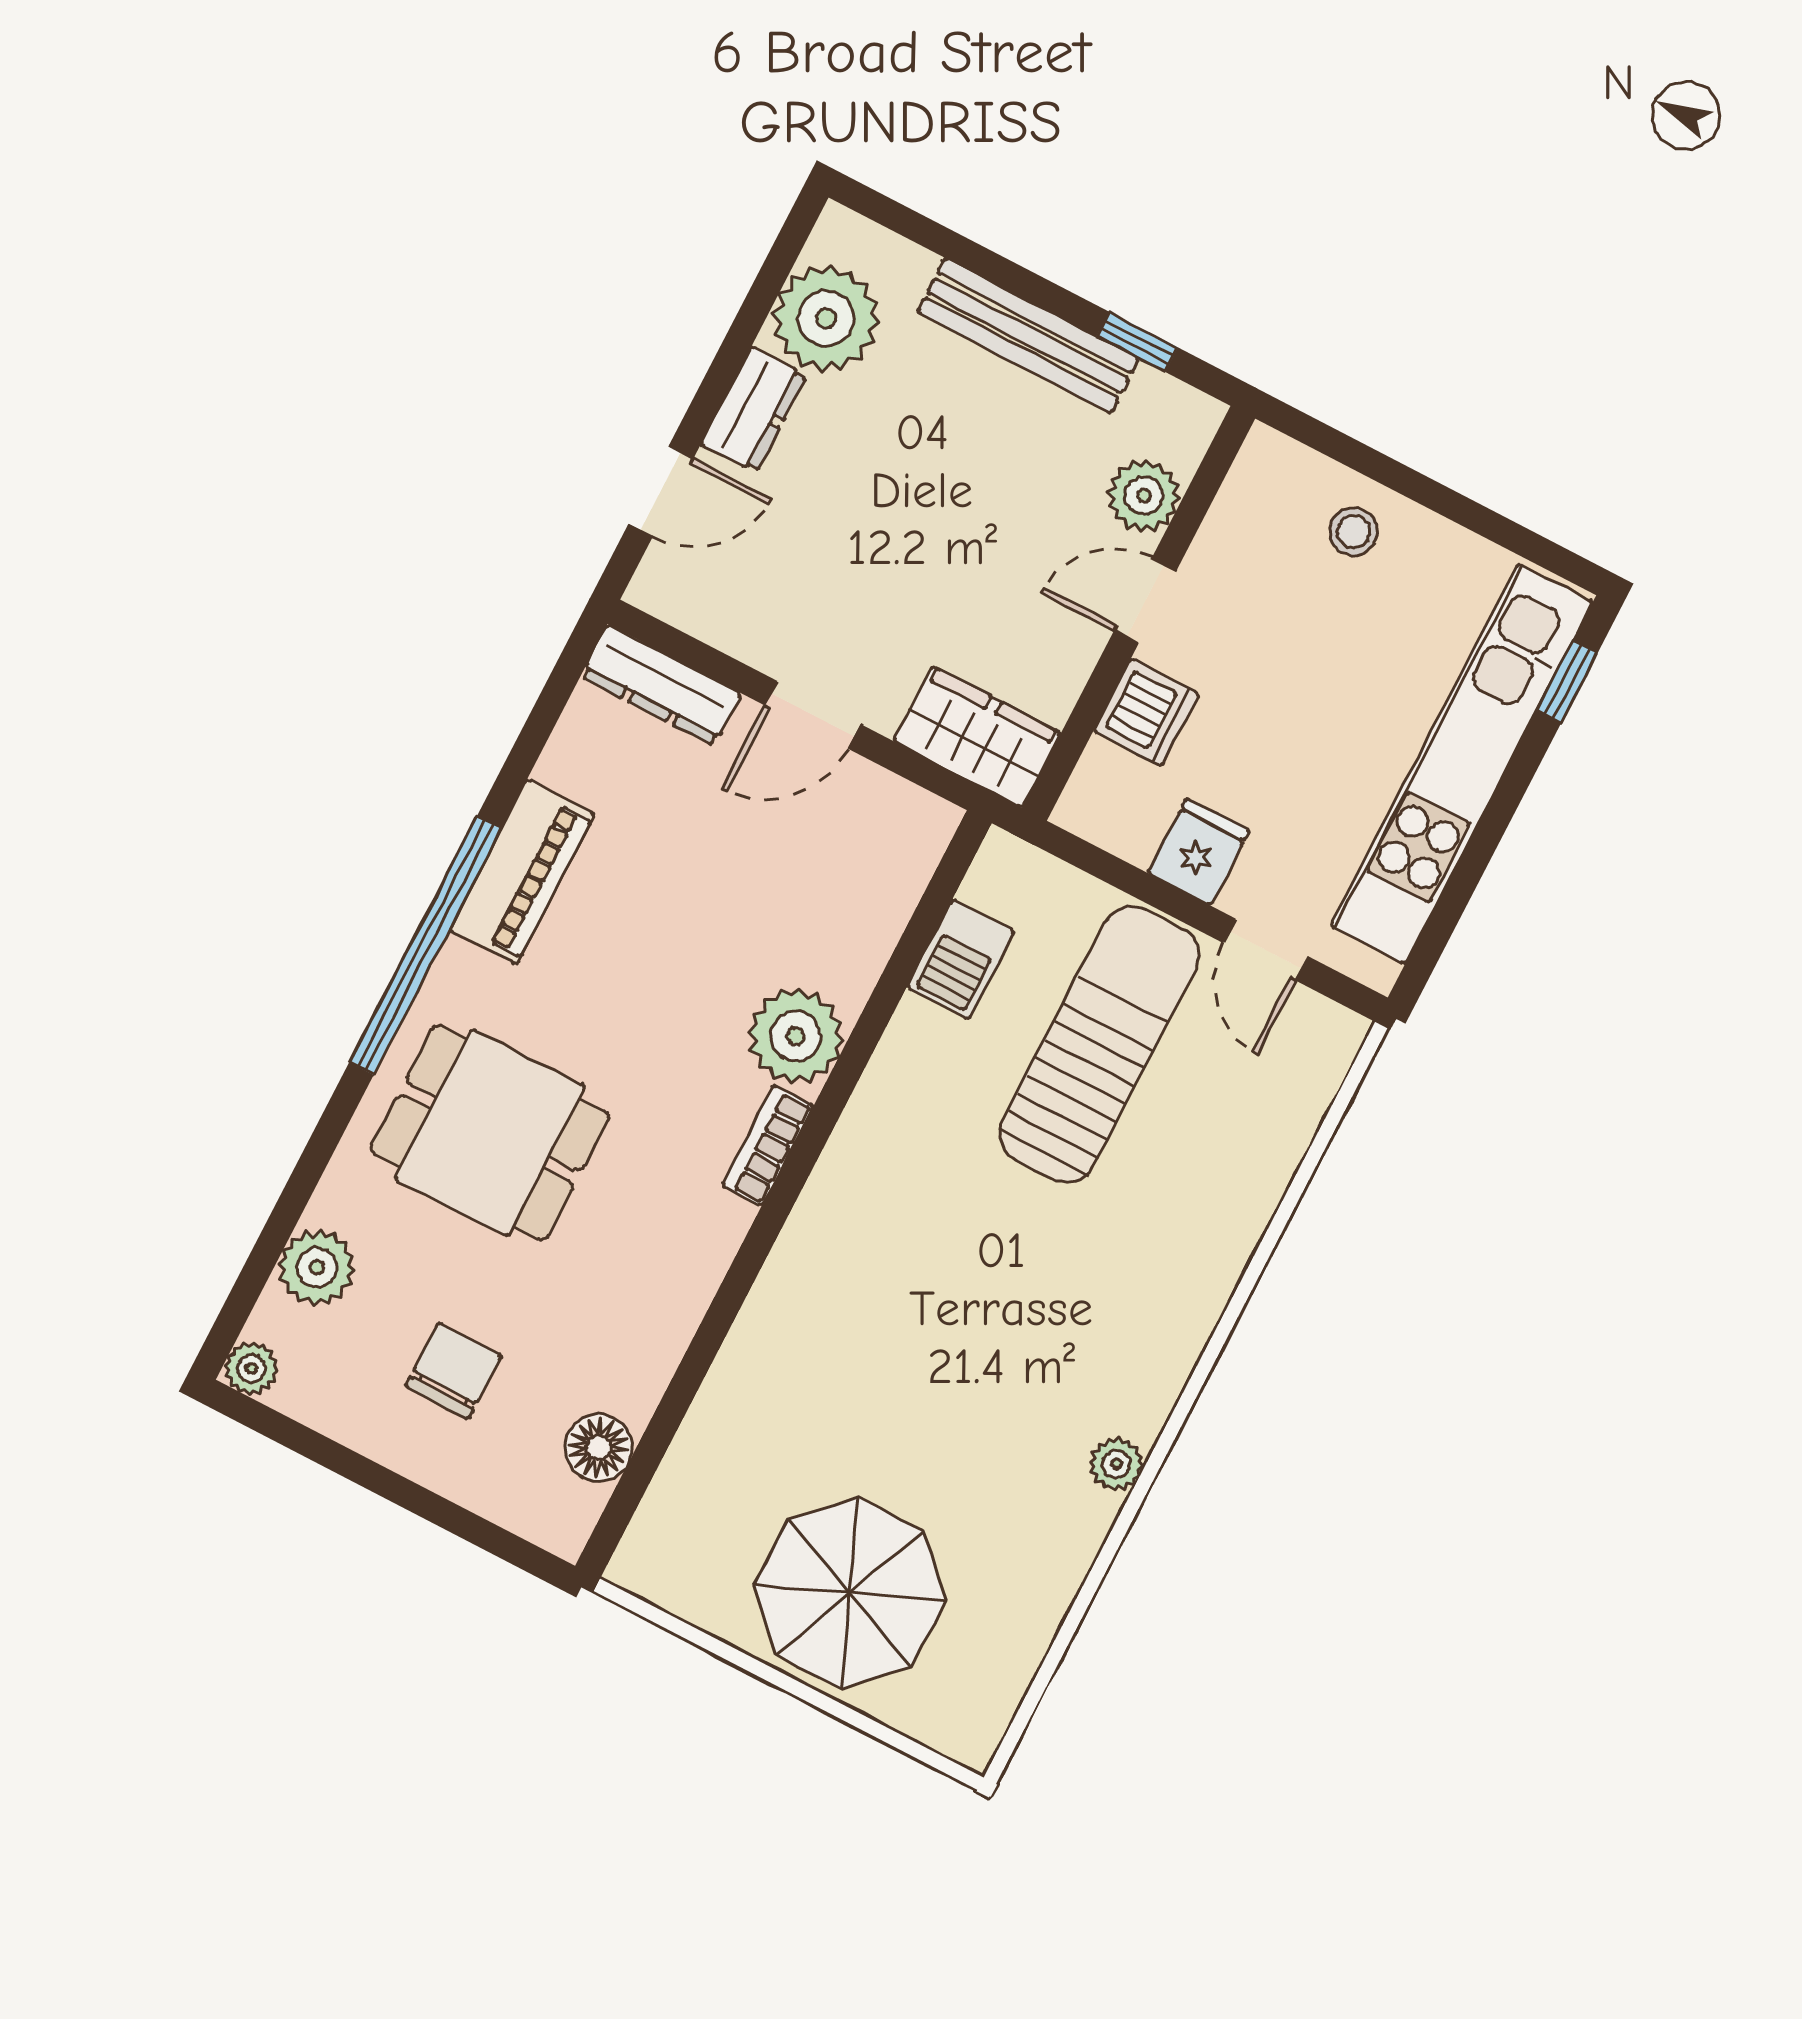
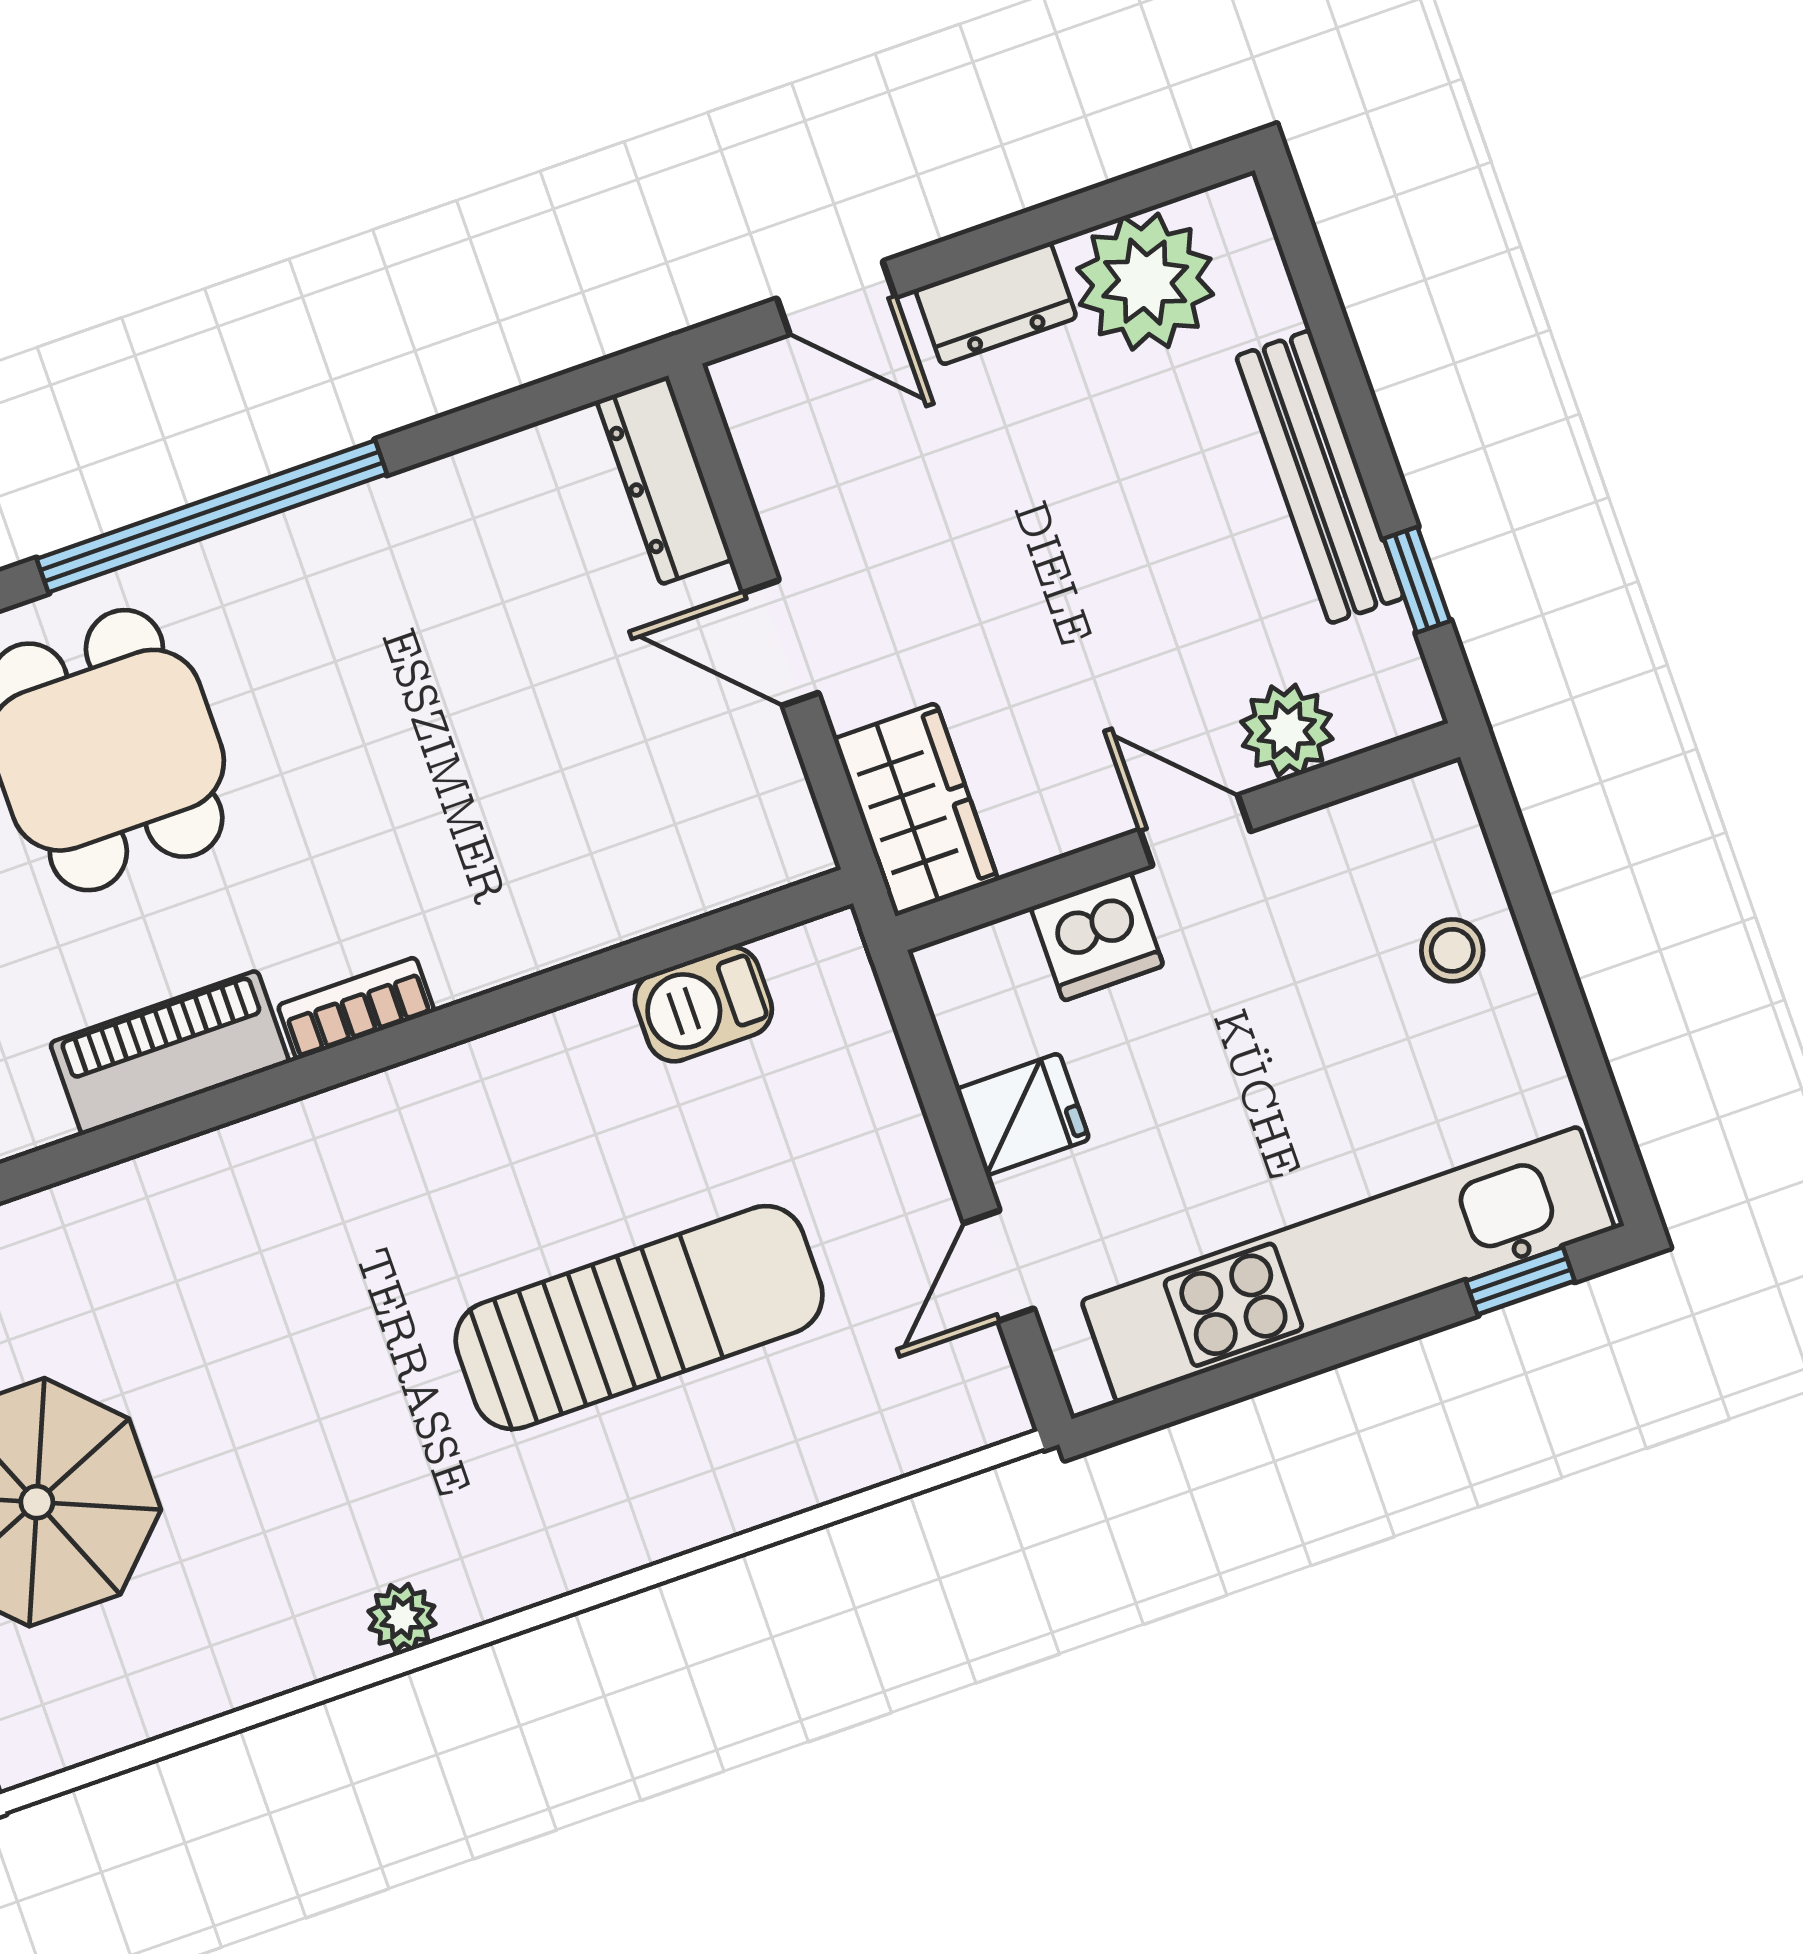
piano: (522, 872) -> (170, 1053), moved, turned 180
plant: (796, 1036) -> (480, 930), removed
sun lounger: (1099, 1044) -> (639, 1318), moved

